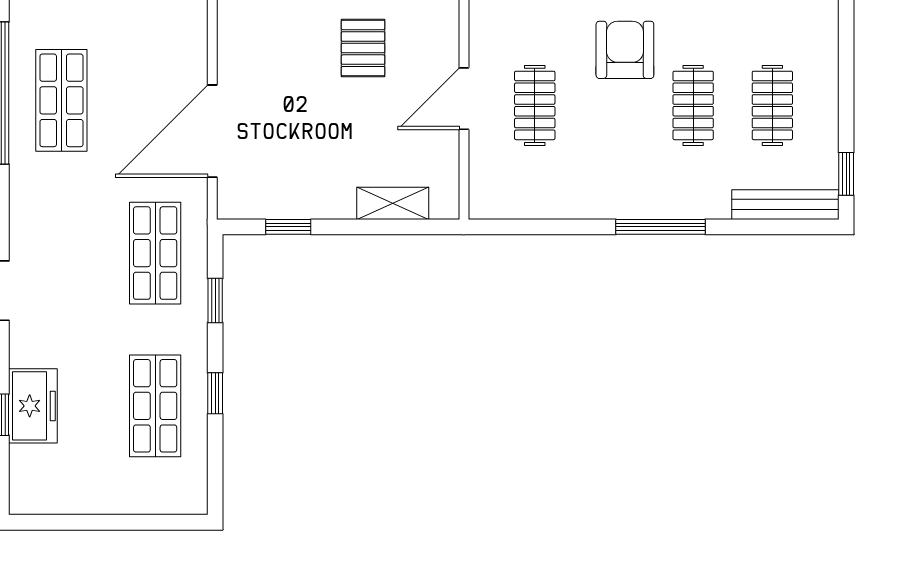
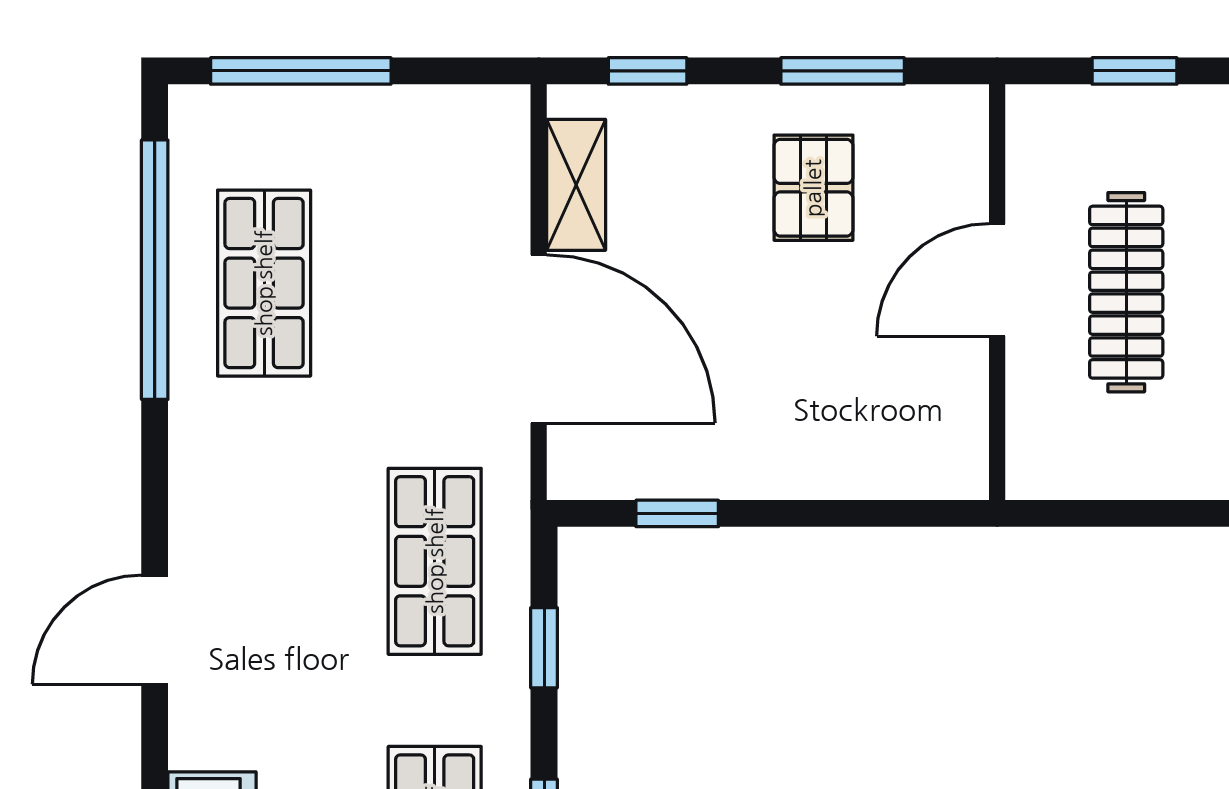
clothes rail: (535, 105) -> (1126, 292), width x1.36
door: (212, 131) -> (539, 339), swing flipped
shelving: (393, 203) -> (576, 185), moved, turned 90

